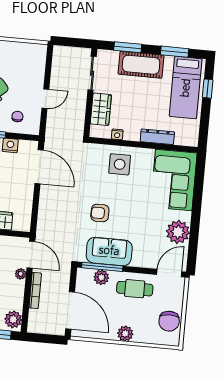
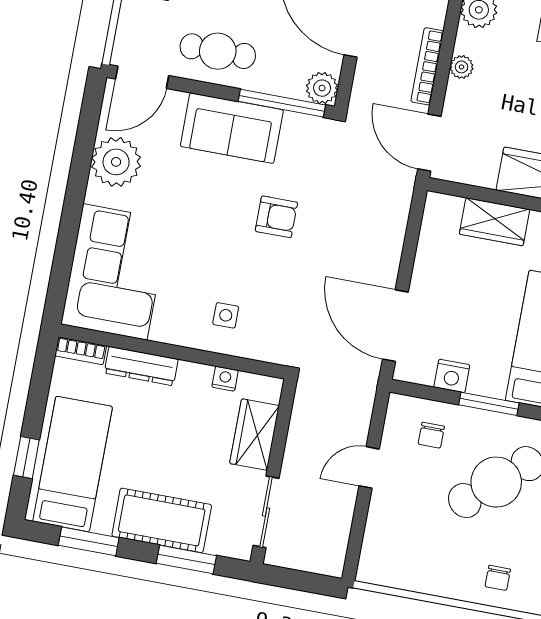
bookcase: (187, 141) -> (81, 351), added
side table: (120, 164) -> (226, 315), width x0.54, depth x0.54
sofa: (109, 251) -> (232, 128), moved
plant: (21, 274) -> (462, 67), moved
plant: (101, 277) -> (322, 88), moved

